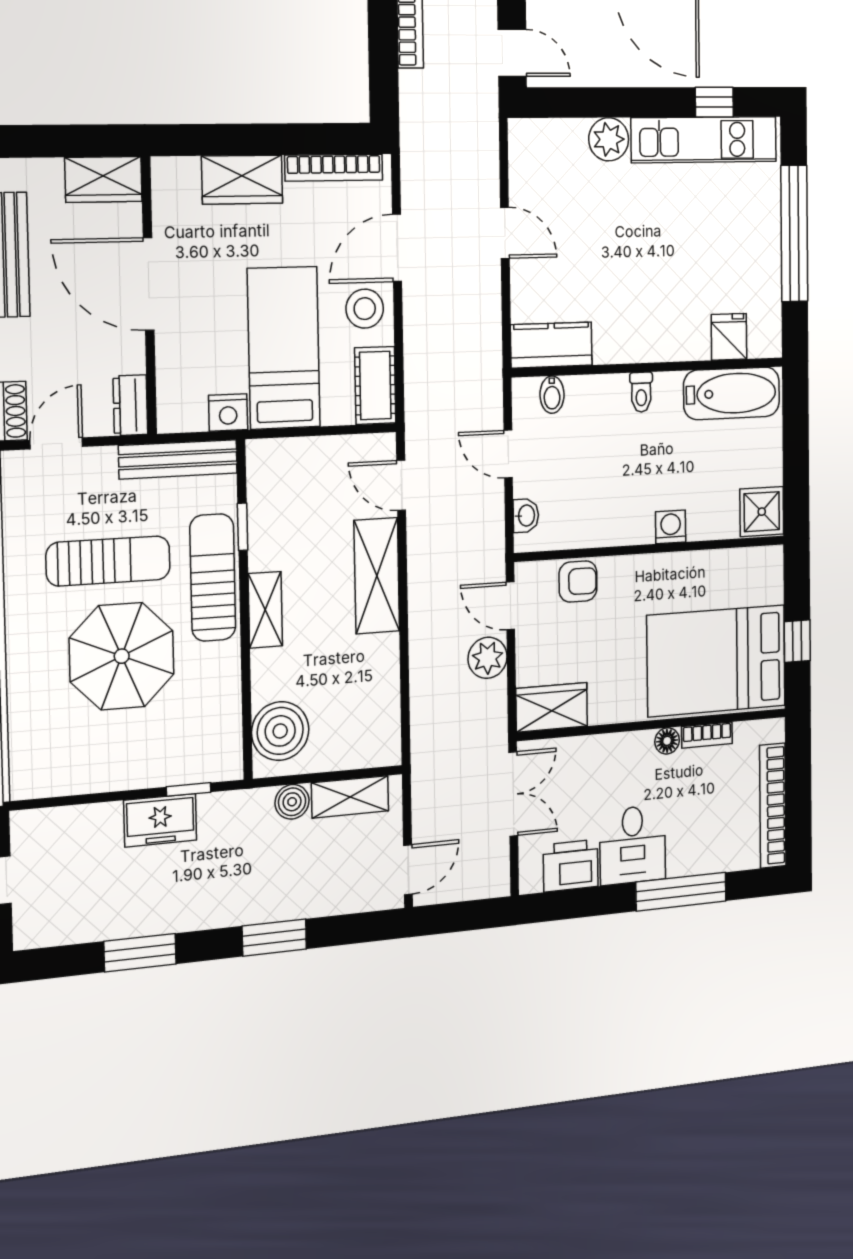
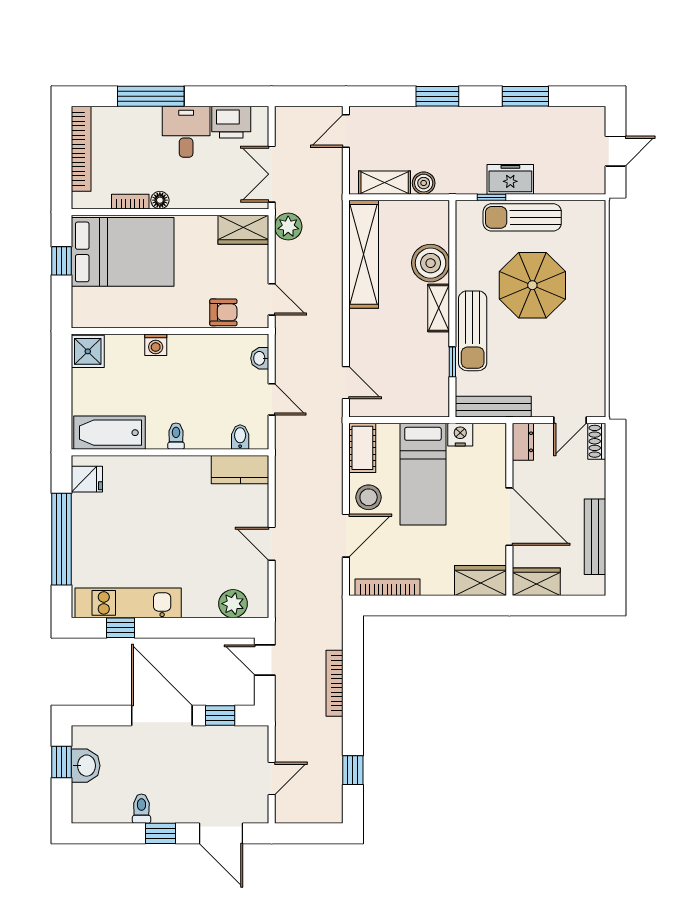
plant: (609, 139) -> (233, 604), moved
wardrobe: (242, 180) -> (480, 581), moved
fridge: (729, 337) -> (87, 479), moved, turned -90
sun lounger: (108, 561) -> (522, 217), moved
shelving: (377, 576) -> (364, 254), moved, width x1.47
armchair: (578, 581) -> (223, 312), turned 180
plant: (488, 658) -> (288, 226), moved
boiler: (280, 731) -> (431, 263), moved

